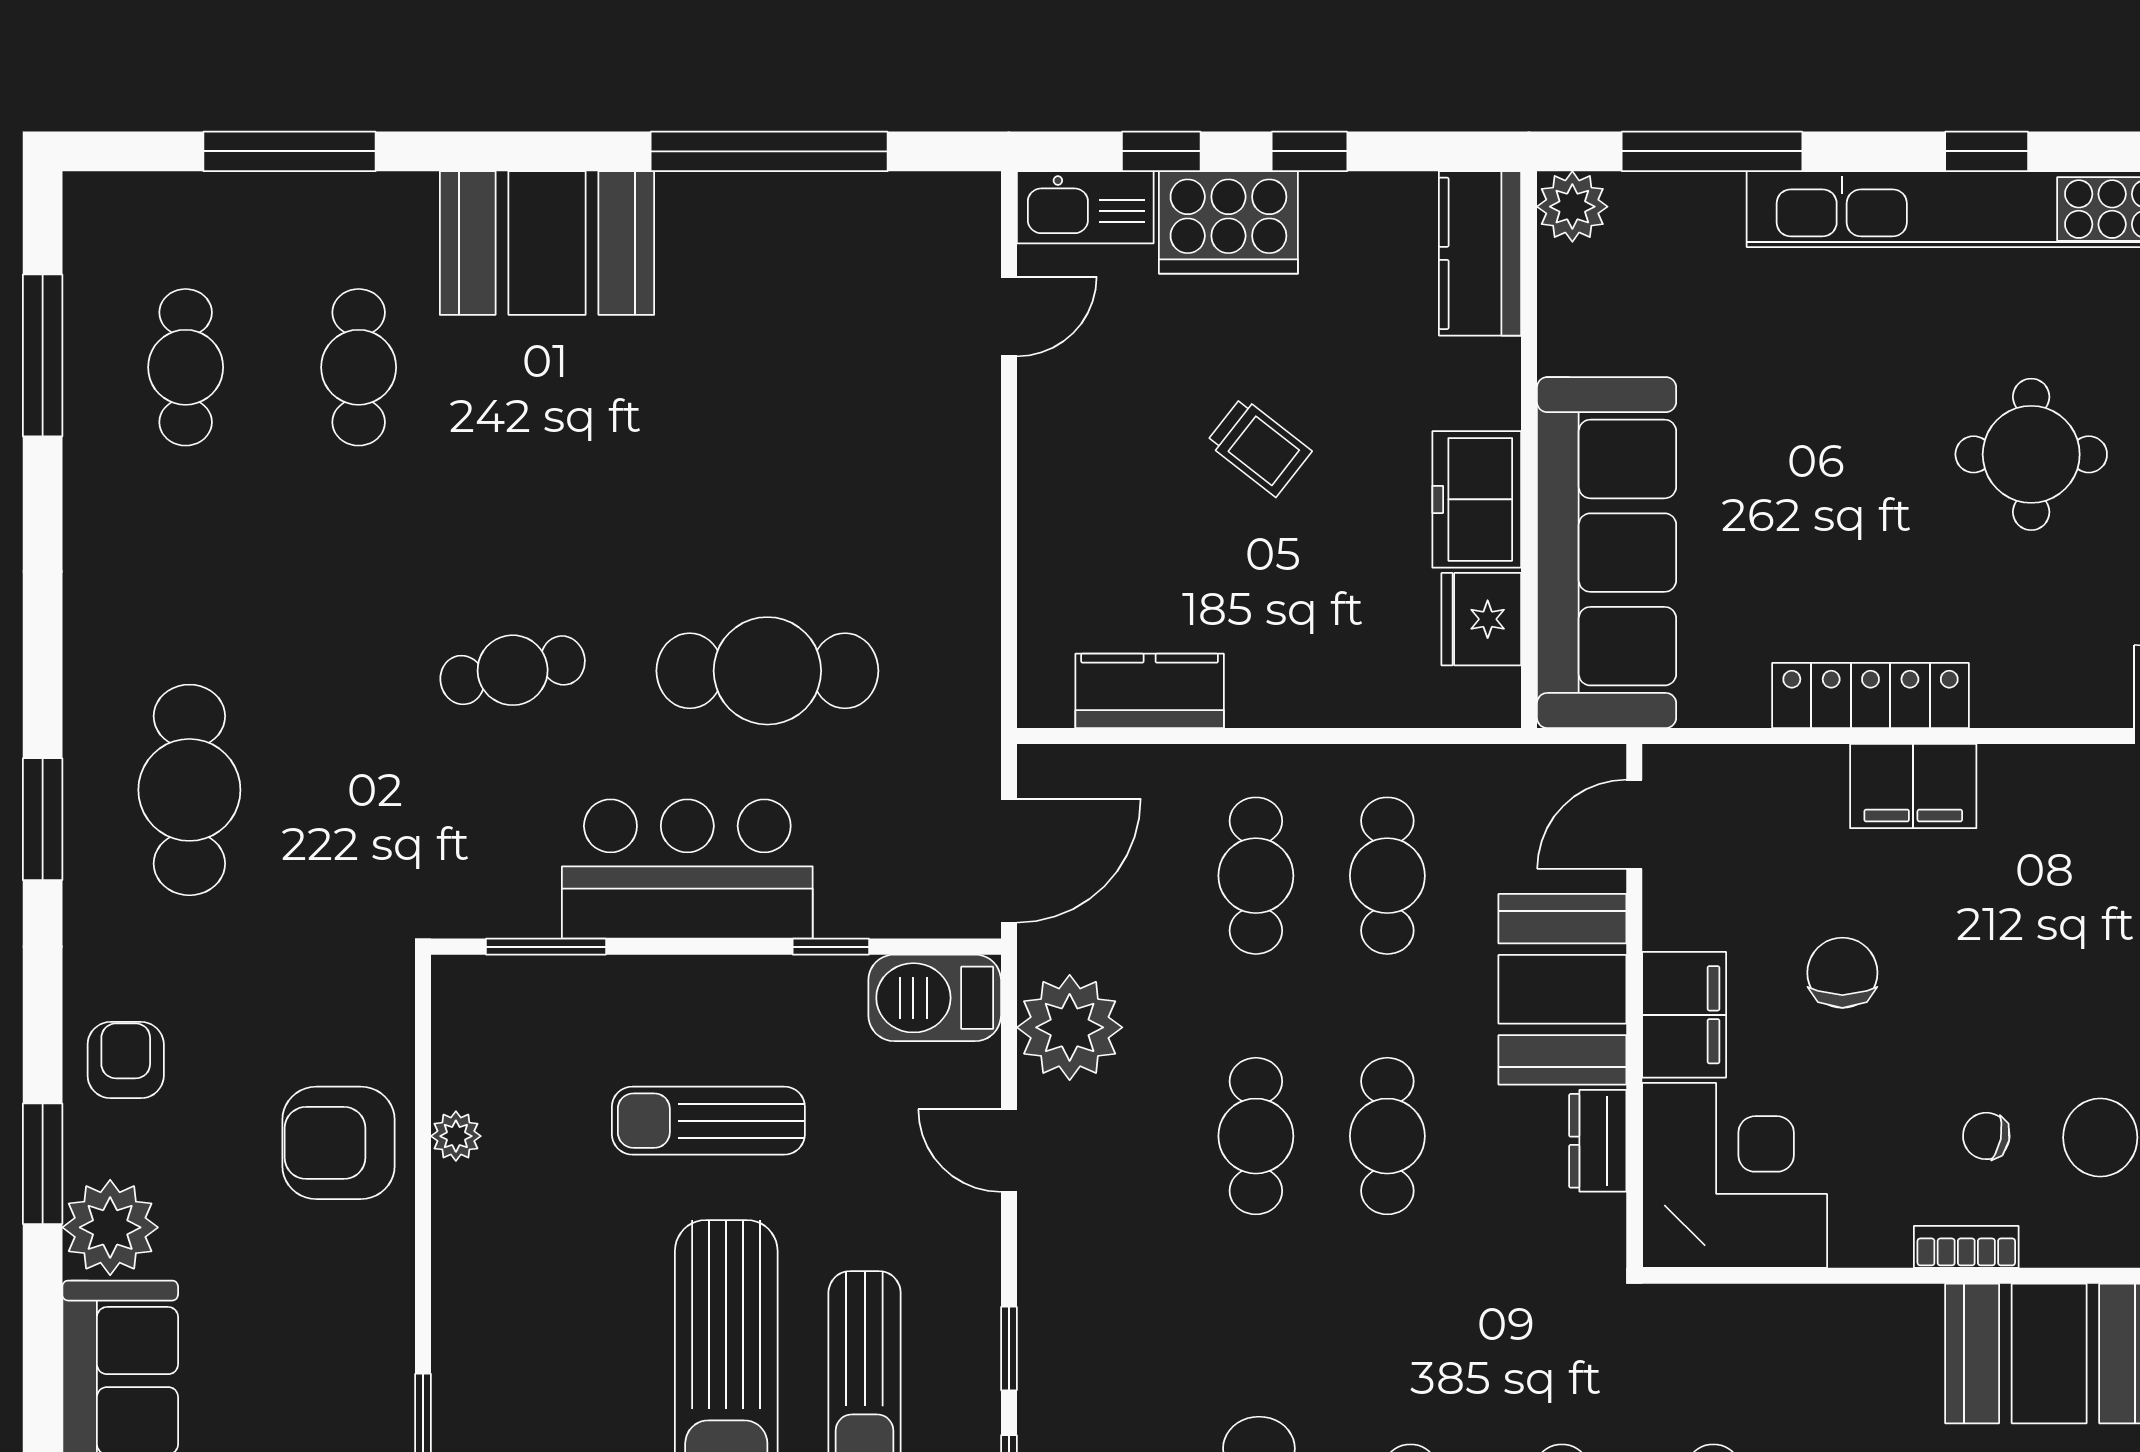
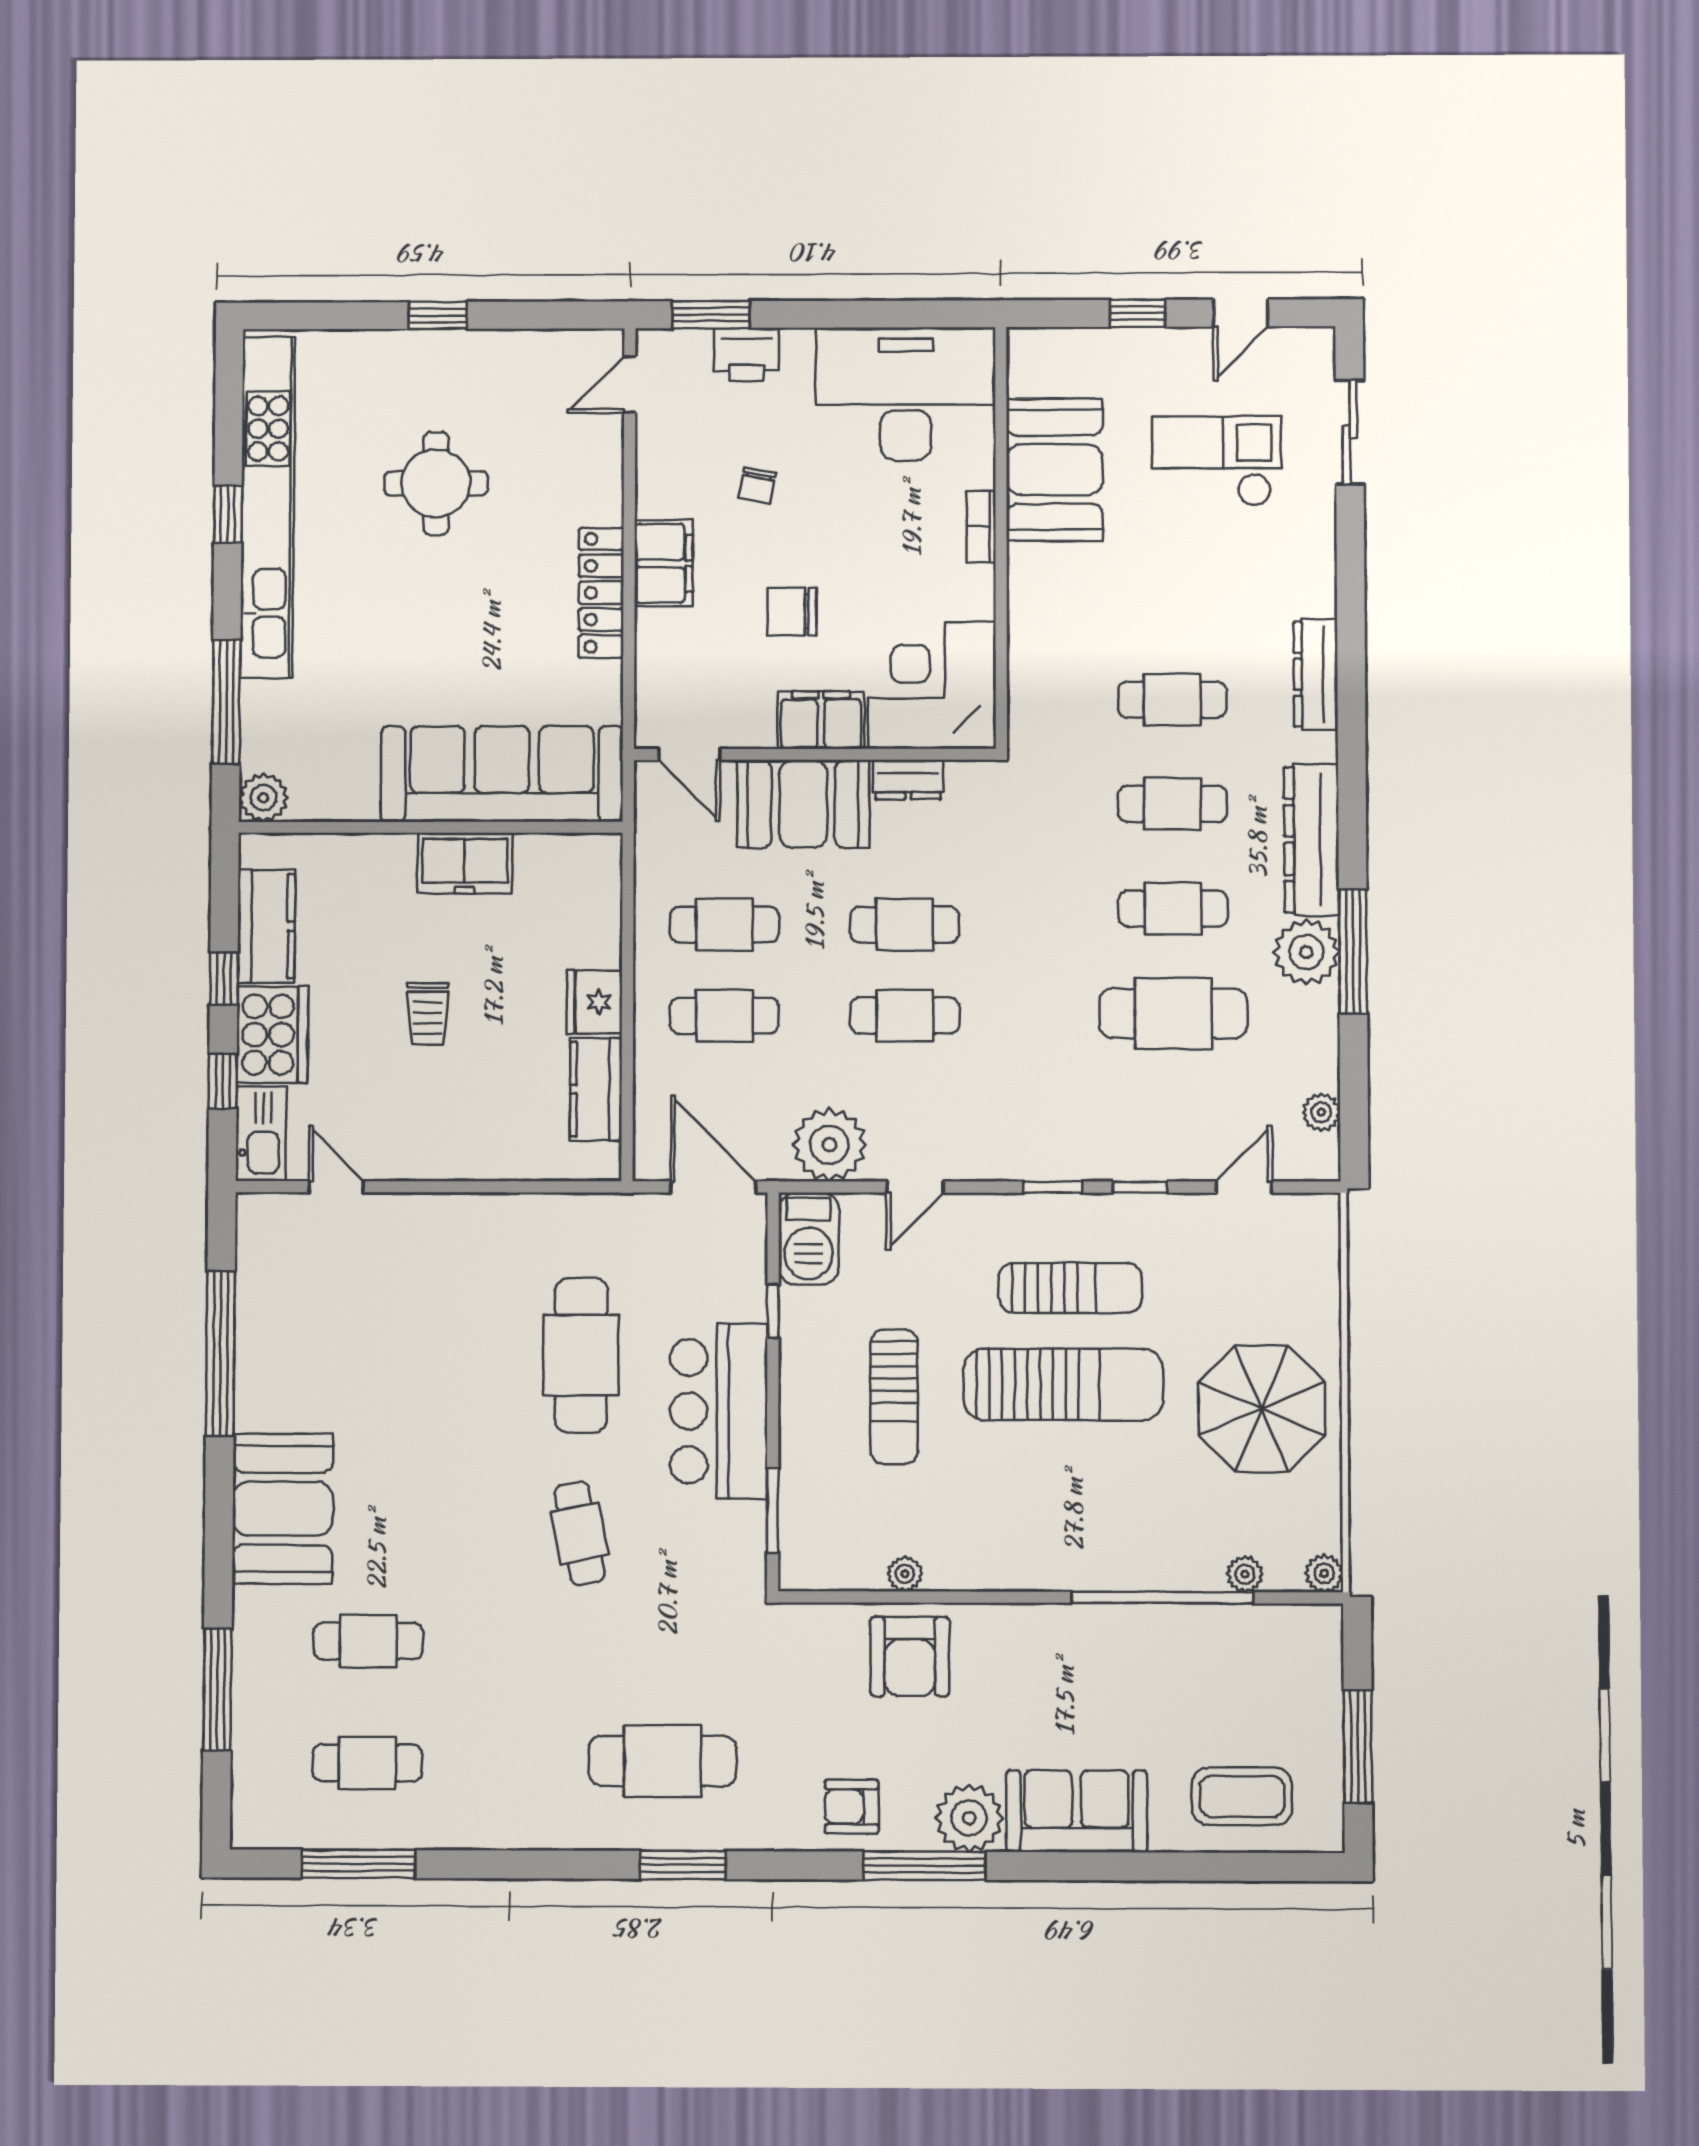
kitchen counter: (1480, 253) -> (266, 926), moved, turned -90
trolley: (1259, 447) -> (428, 1014), turned 142
fridge: (1481, 619) -> (595, 1002), moved, turned 90
chair: (1986, 1136) -> (757, 486), moved
window: (43, 1164) -> (924, 1866), width x1.44

